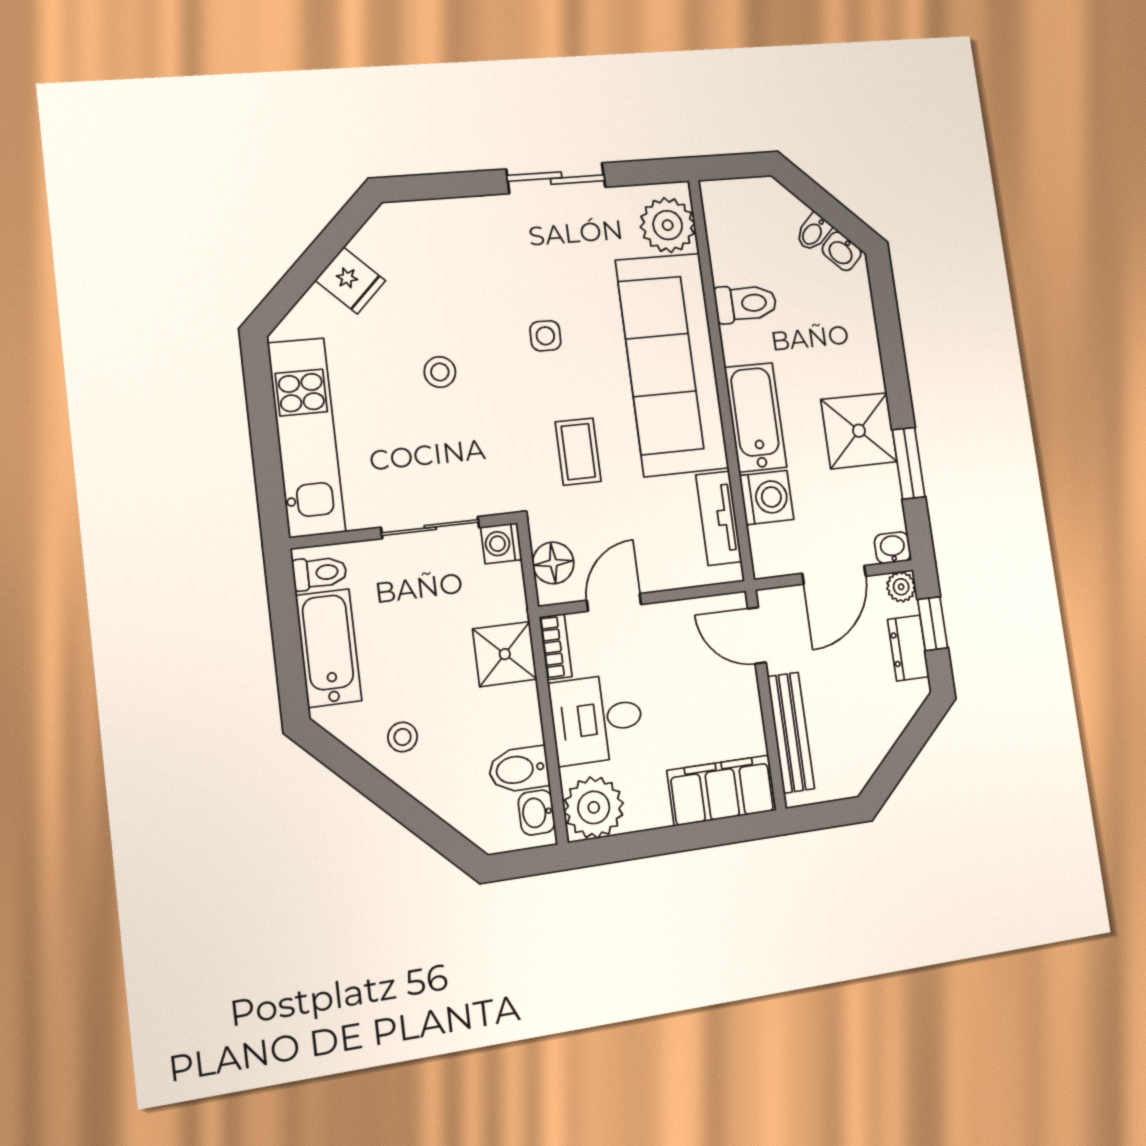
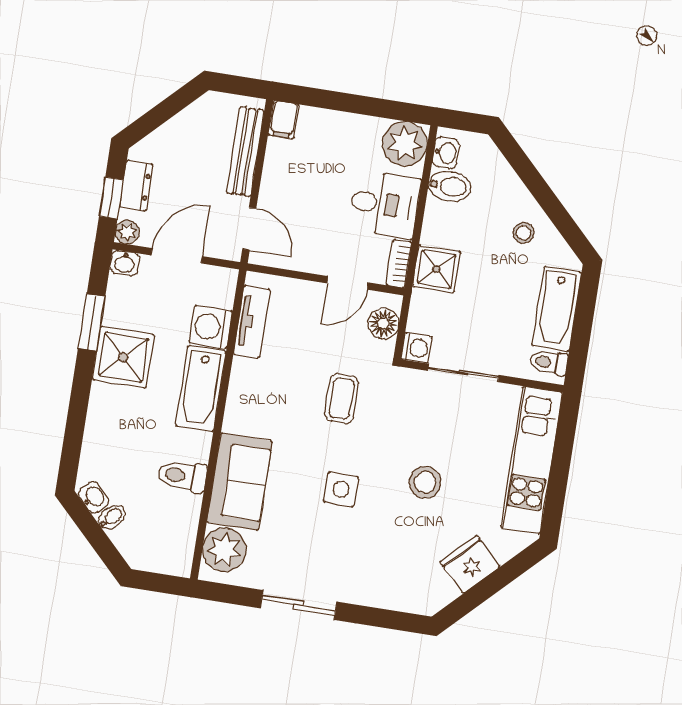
fridge: (350, 281) -> (470, 564), width x1.38
side table: (545, 336) -> (341, 489), width x1.37, depth x1.37
sofa: (672, 364) -> (240, 482), width x0.54, depth x0.79
stool: (440, 372) -> (425, 482), width x1.37, depth x1.37
filing cabinet: (722, 790) -> (284, 120), width x0.33, depth x0.86

